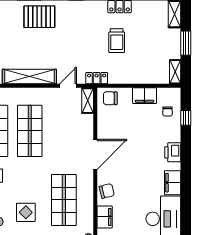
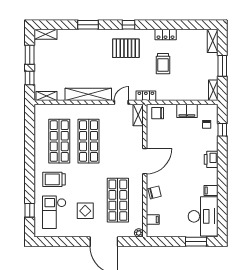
pallet: (39, 17) -> (126, 48), moved
filing cabinet: (173, 183) -> (211, 191), width x0.50
filing cabinet: (105, 217) -> (153, 220), width x0.50

